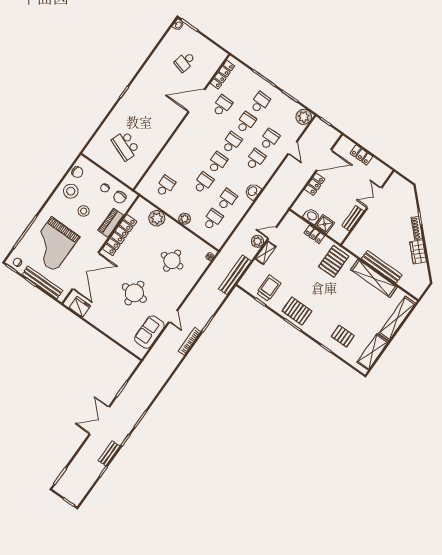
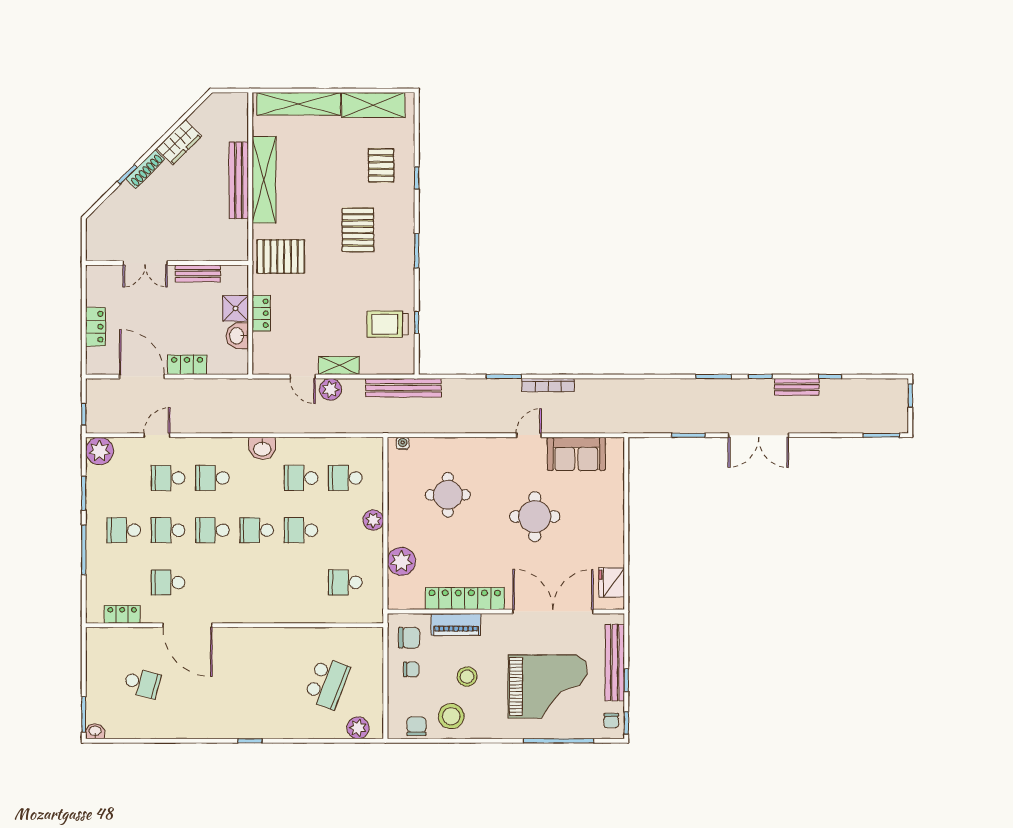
locker: (222, 75) -> (122, 614), width x0.66
plant: (95, 145) -> (358, 728), added
pallet: (297, 311) -> (358, 230), moved

